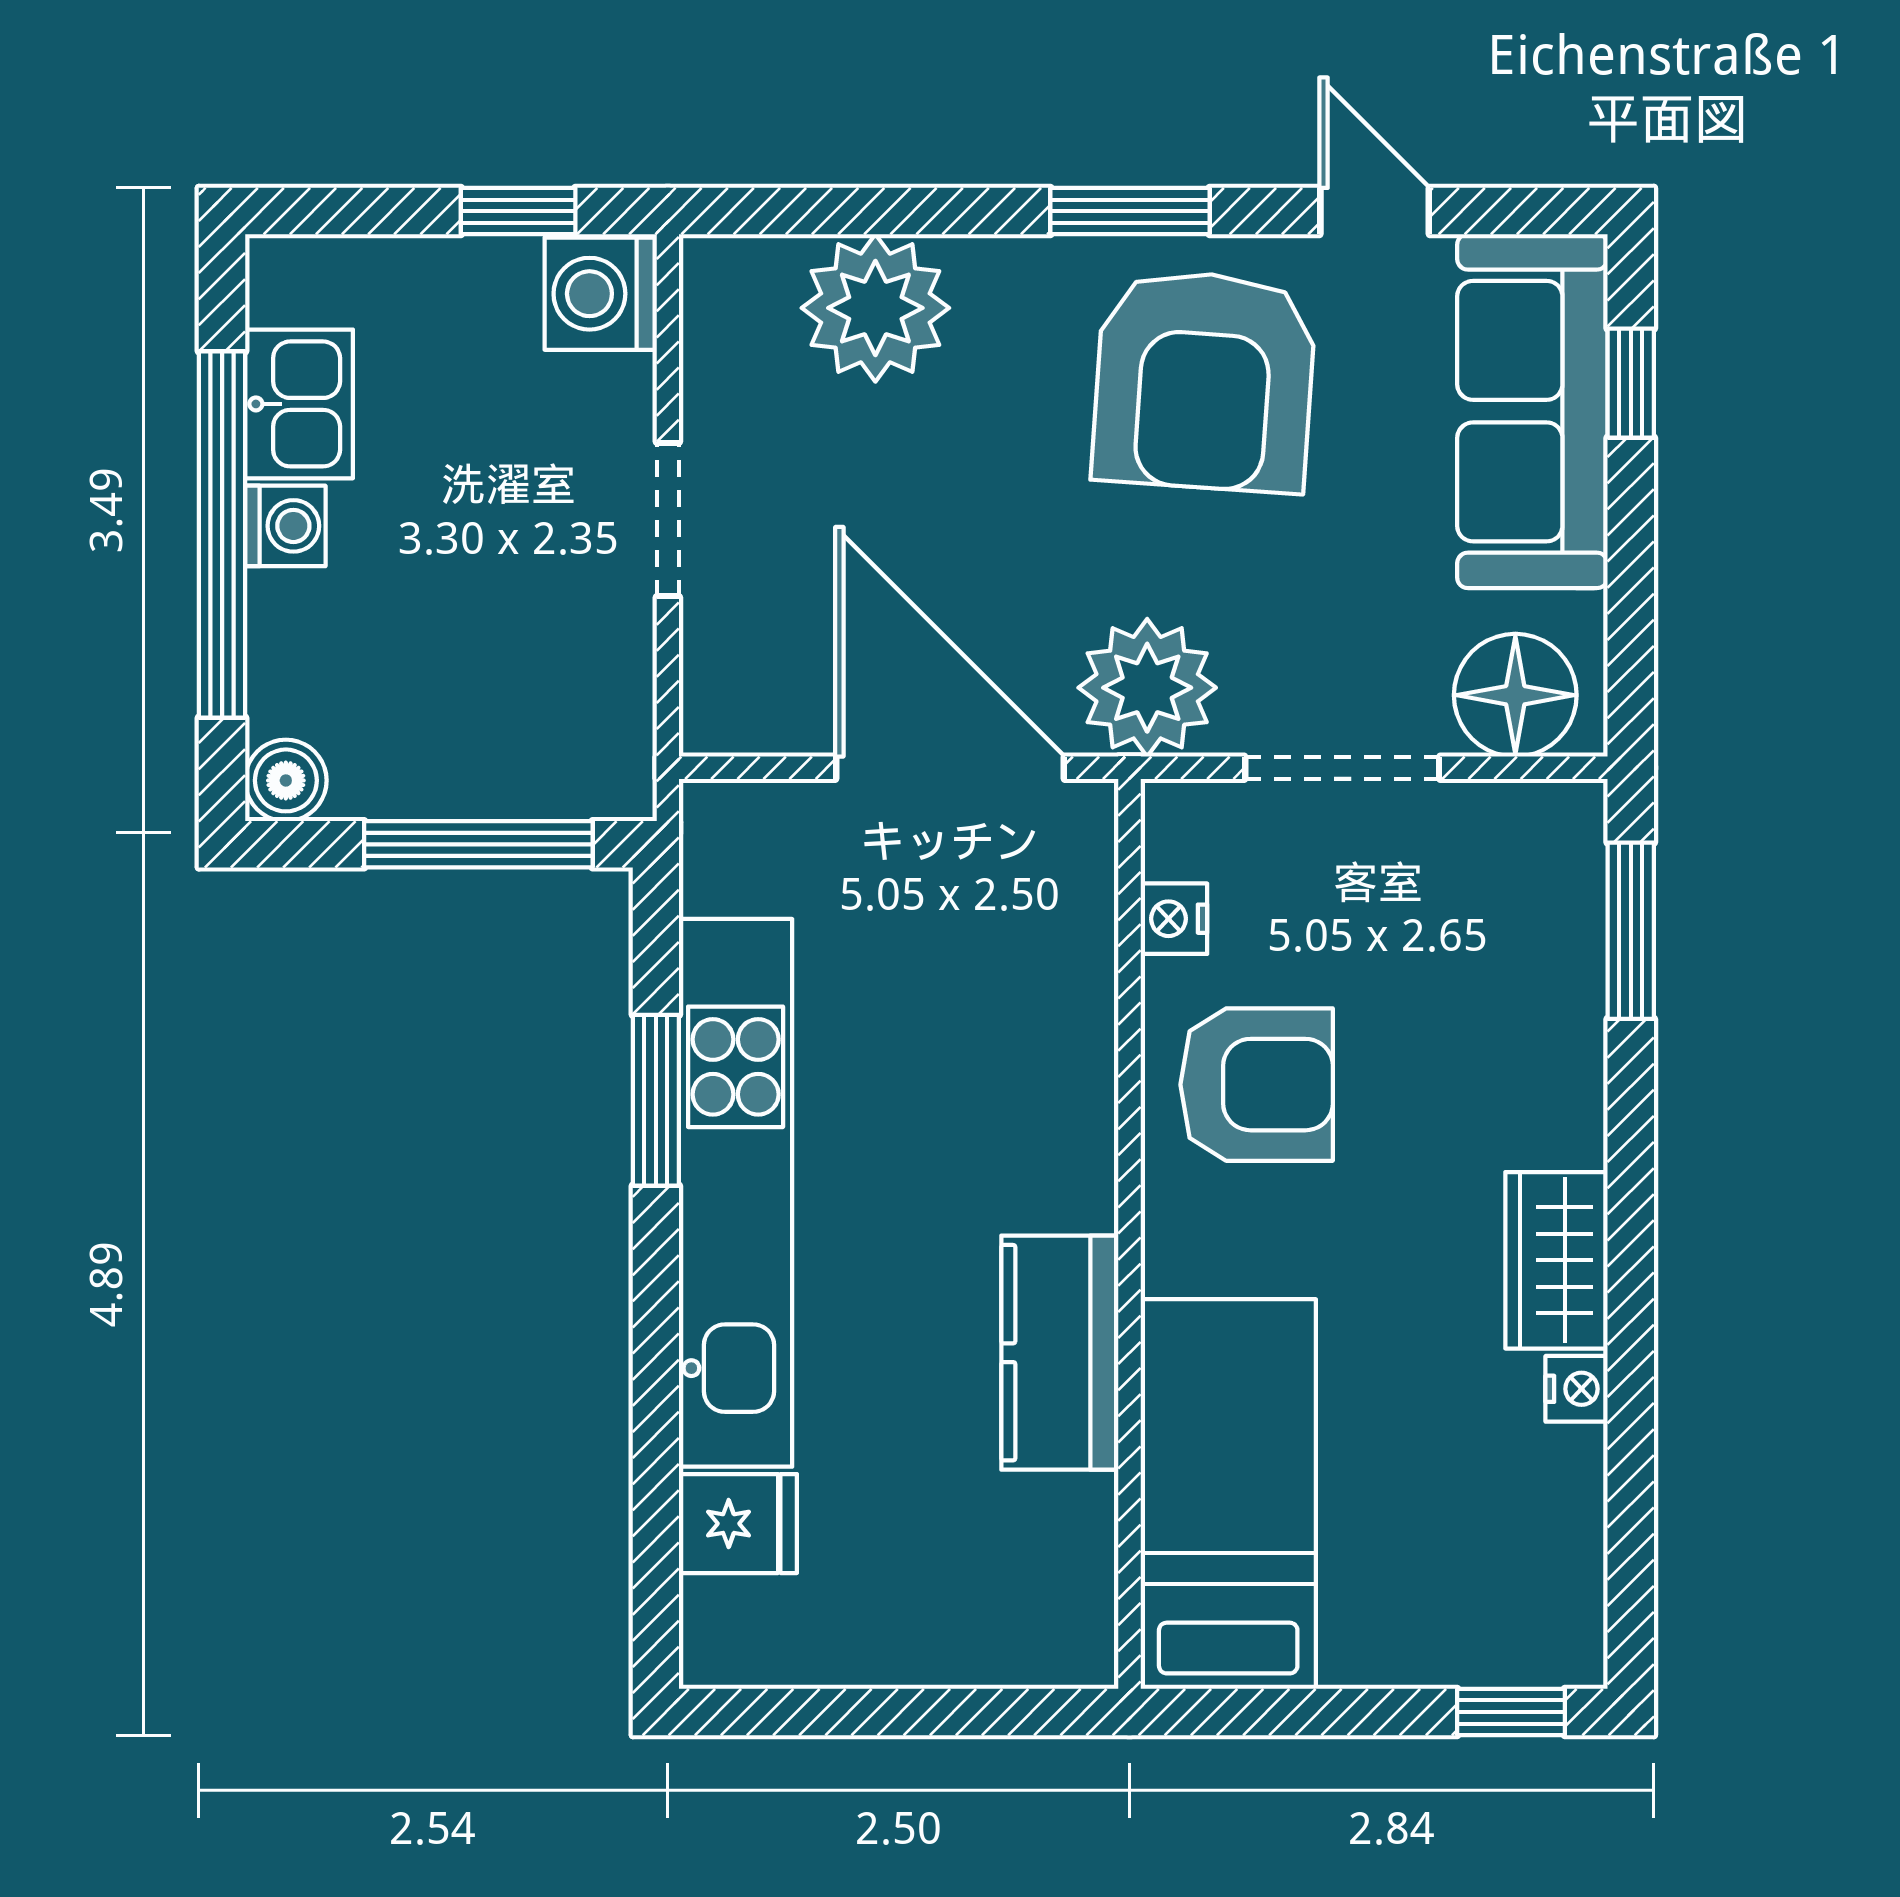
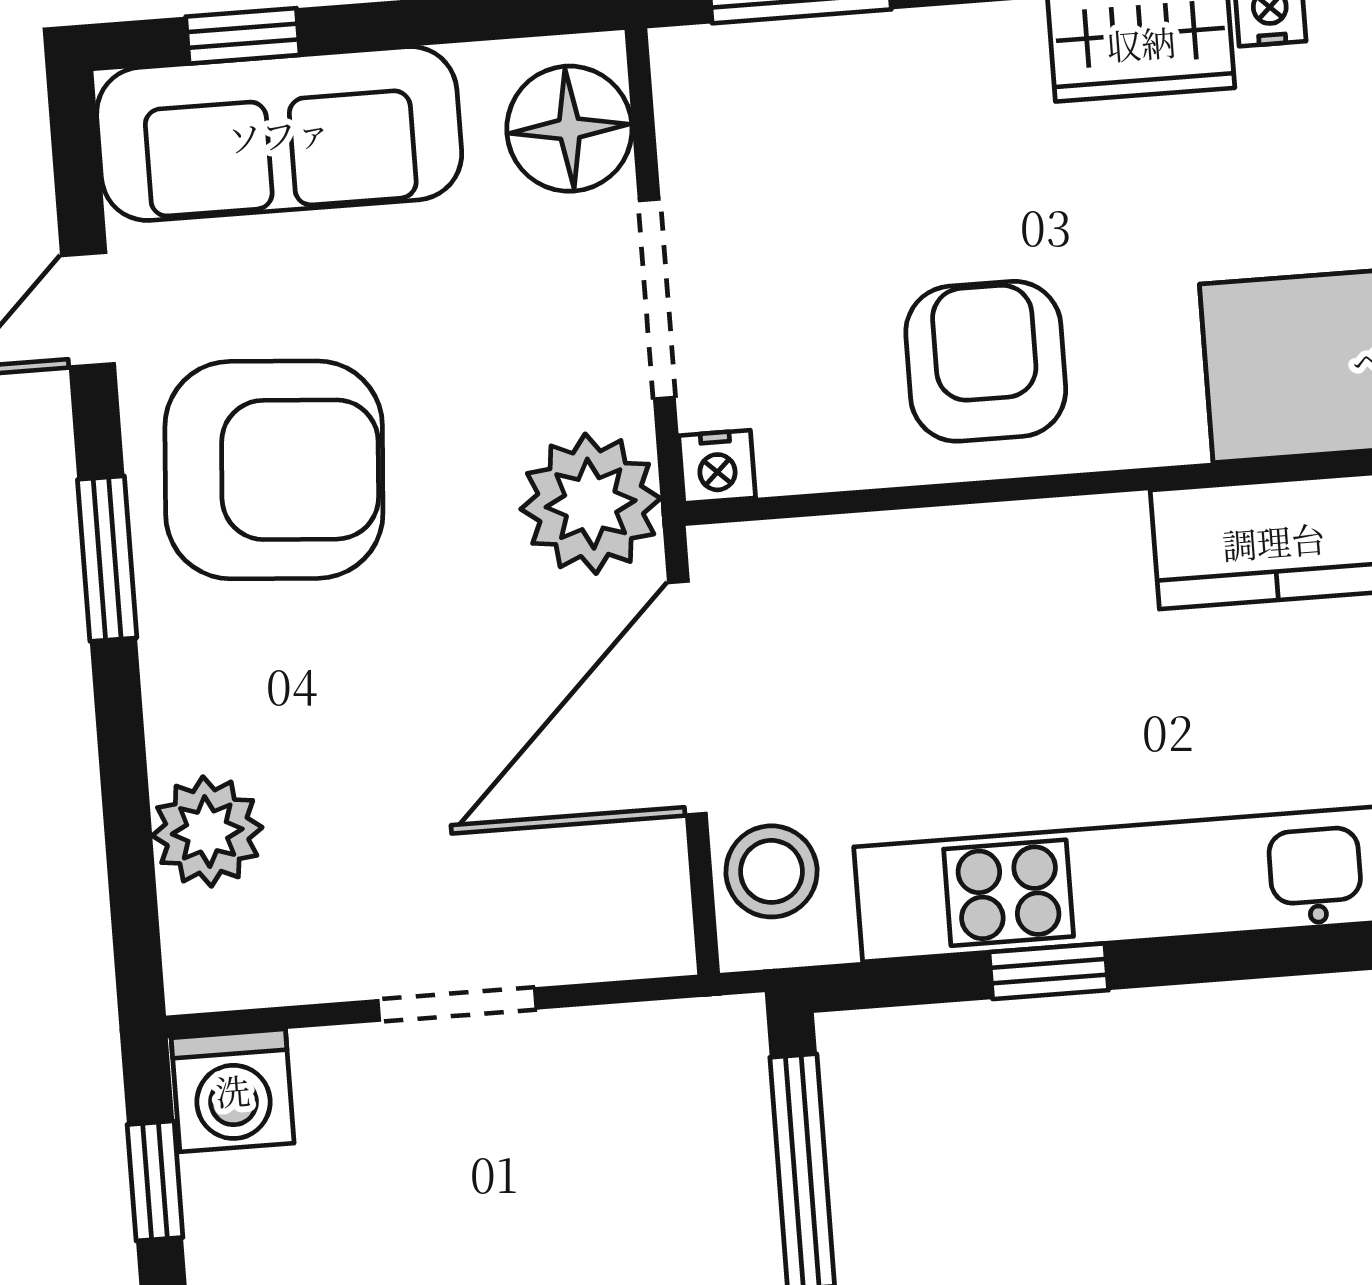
plant: (875, 308) -> (207, 831), width x0.73, depth x0.73
stool: (774, 837) -> (772, 871), added
nightstand: (1174, 919) -> (717, 467), moved
window: (656, 1100) -> (1049, 971), width x0.67

